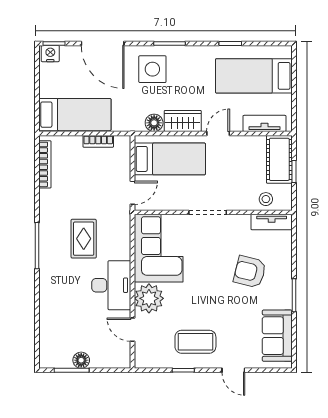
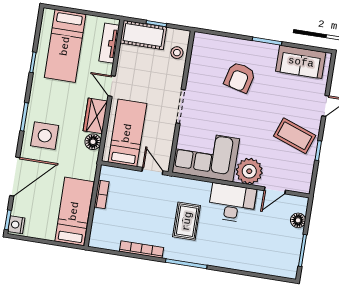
bookcase: (45, 164) -> (141, 249), moved
tv unit: (272, 222) -> (198, 51), removed
rug: (84, 239) -> (187, 221), turned 90
coffee table: (195, 342) -> (295, 136), turned -70
floor lamp: (81, 360) -> (298, 220), moved

